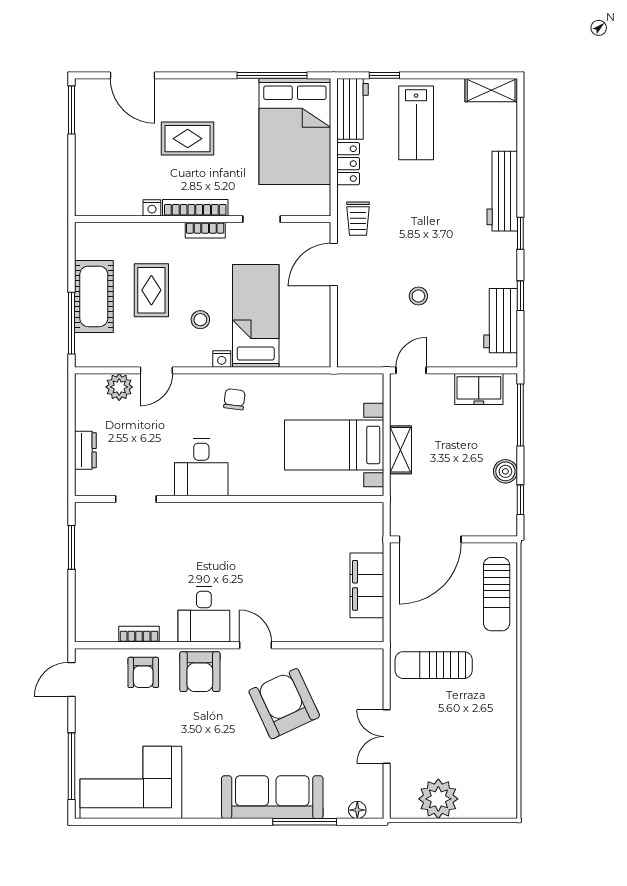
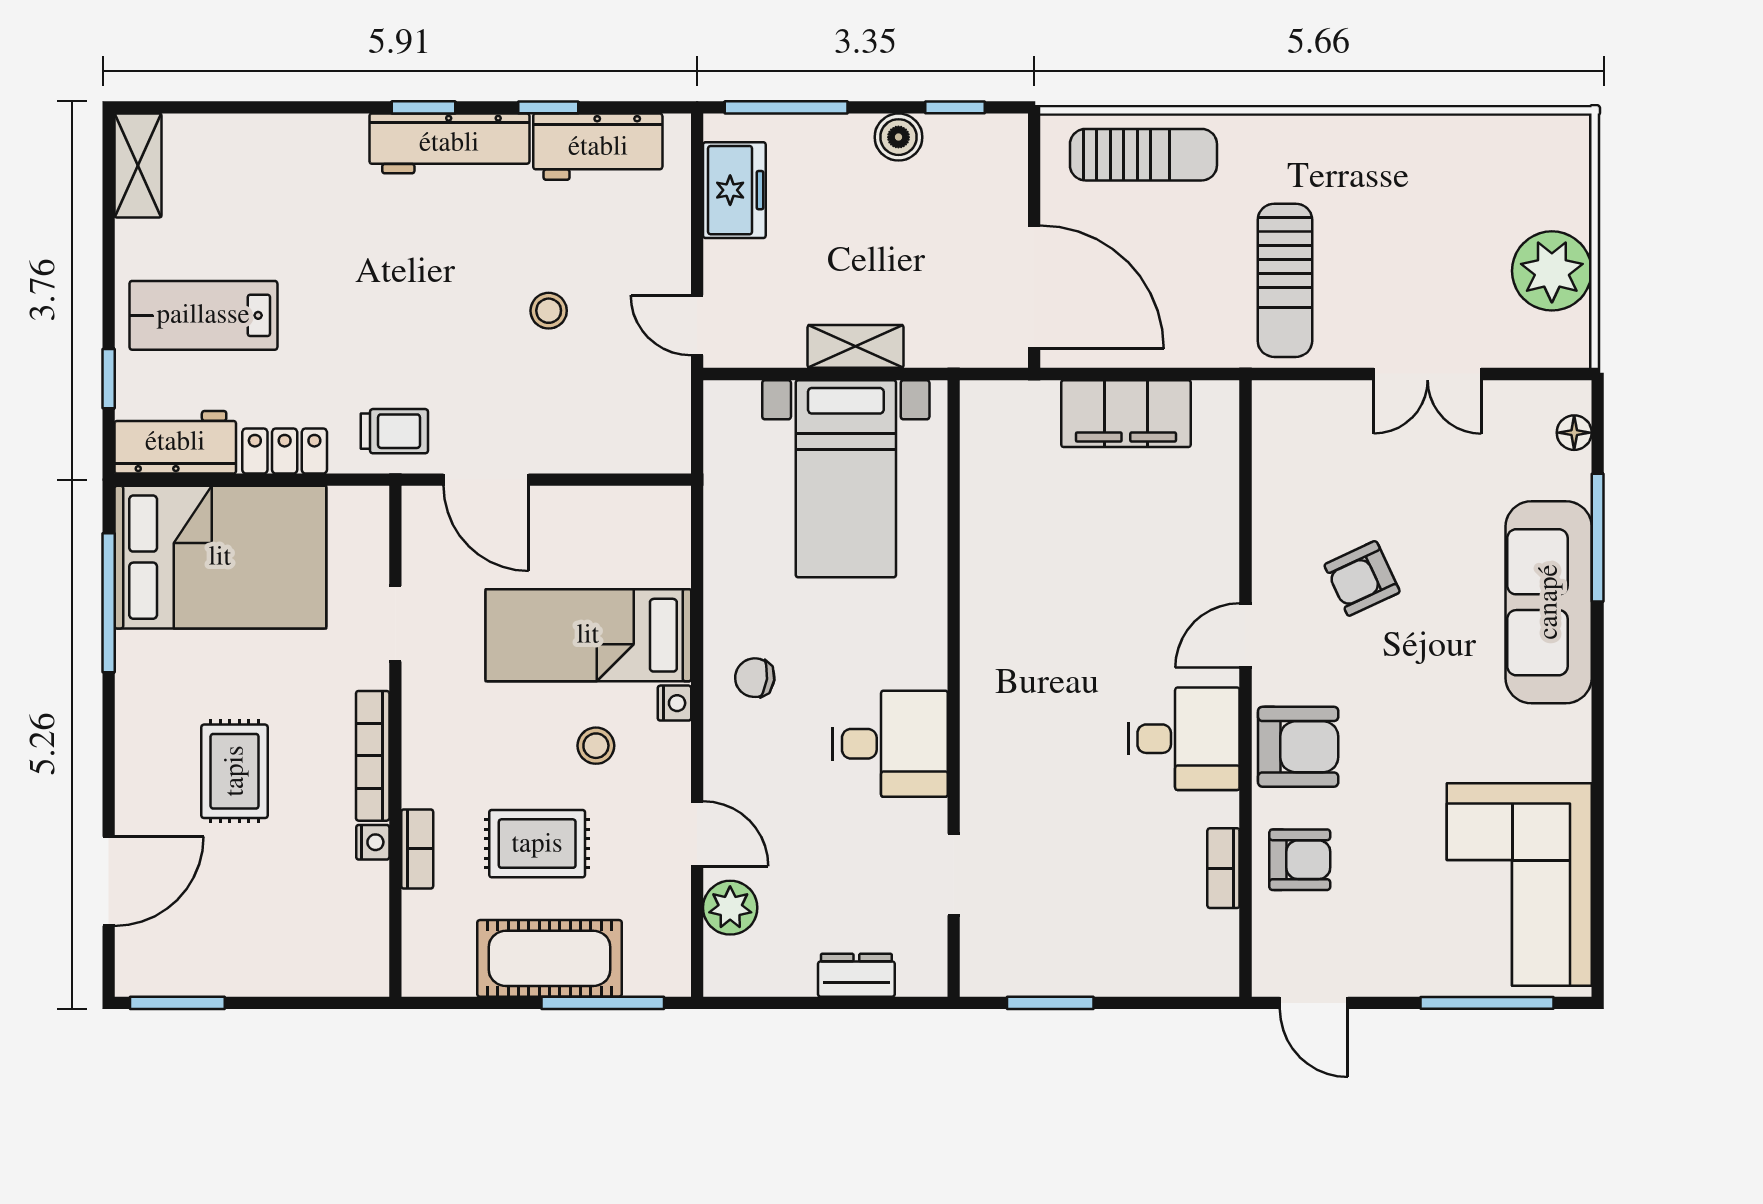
lab bench: (416, 123) -> (203, 315), turned 180
workbench: (502, 191) -> (449, 143), moved
bookcase: (205, 230) -> (417, 849), moved
armchair: (284, 704) -> (1362, 578), width x0.53, depth x0.53

